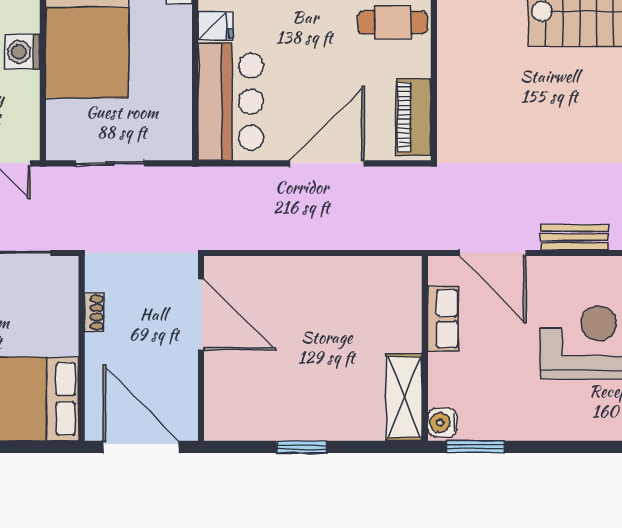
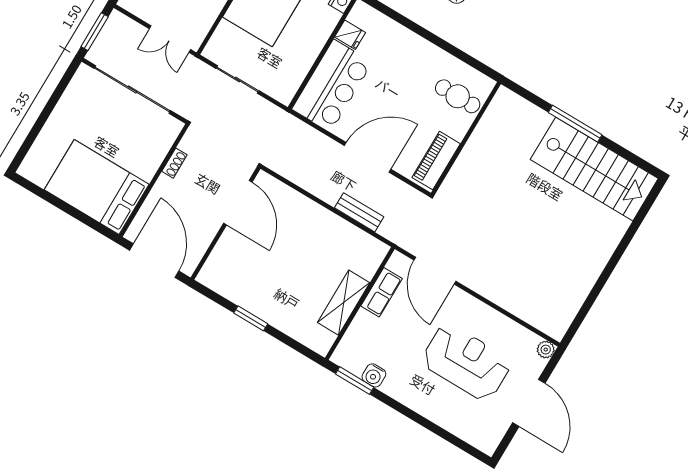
bench: (574, 237) -> (359, 212), moved
shelving: (404, 397) -> (344, 303), moved
water cooler: (442, 423) -> (374, 375), moved, turned -90

